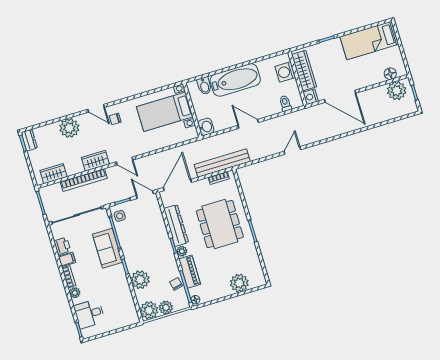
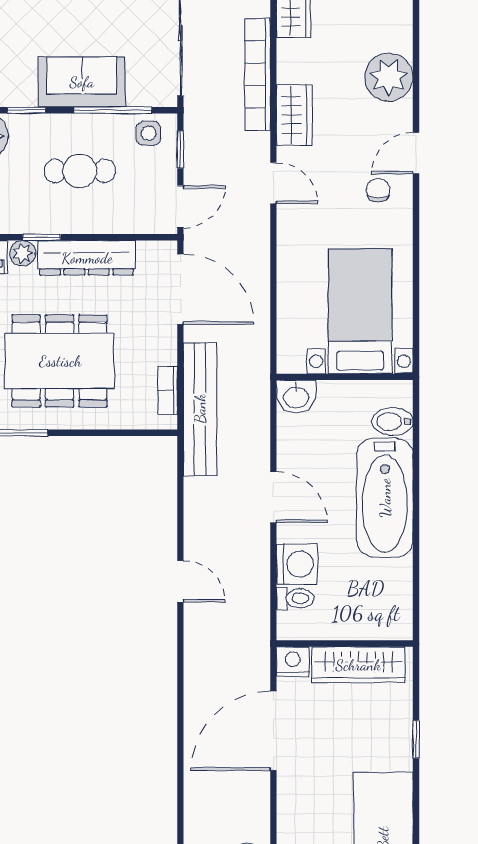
washing machine: (285, 72) -> (297, 564), moved, turned 90
door: (248, 124) -> (273, 497), hinge flipped
door: (125, 161) -> (273, 183), swing flipped
cafe table: (143, 238) -> (80, 171), added

